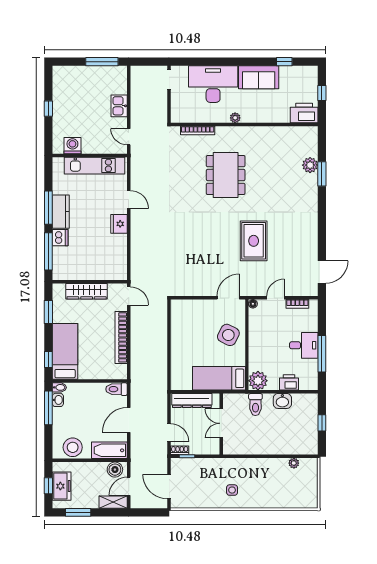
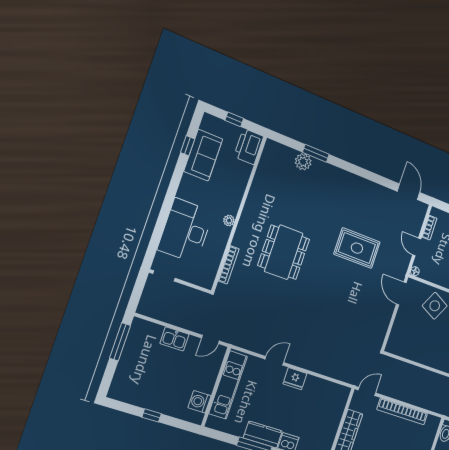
sofa: (259, 77) -> (203, 155), moved
dining table: (226, 175) -> (284, 252), turned 90

